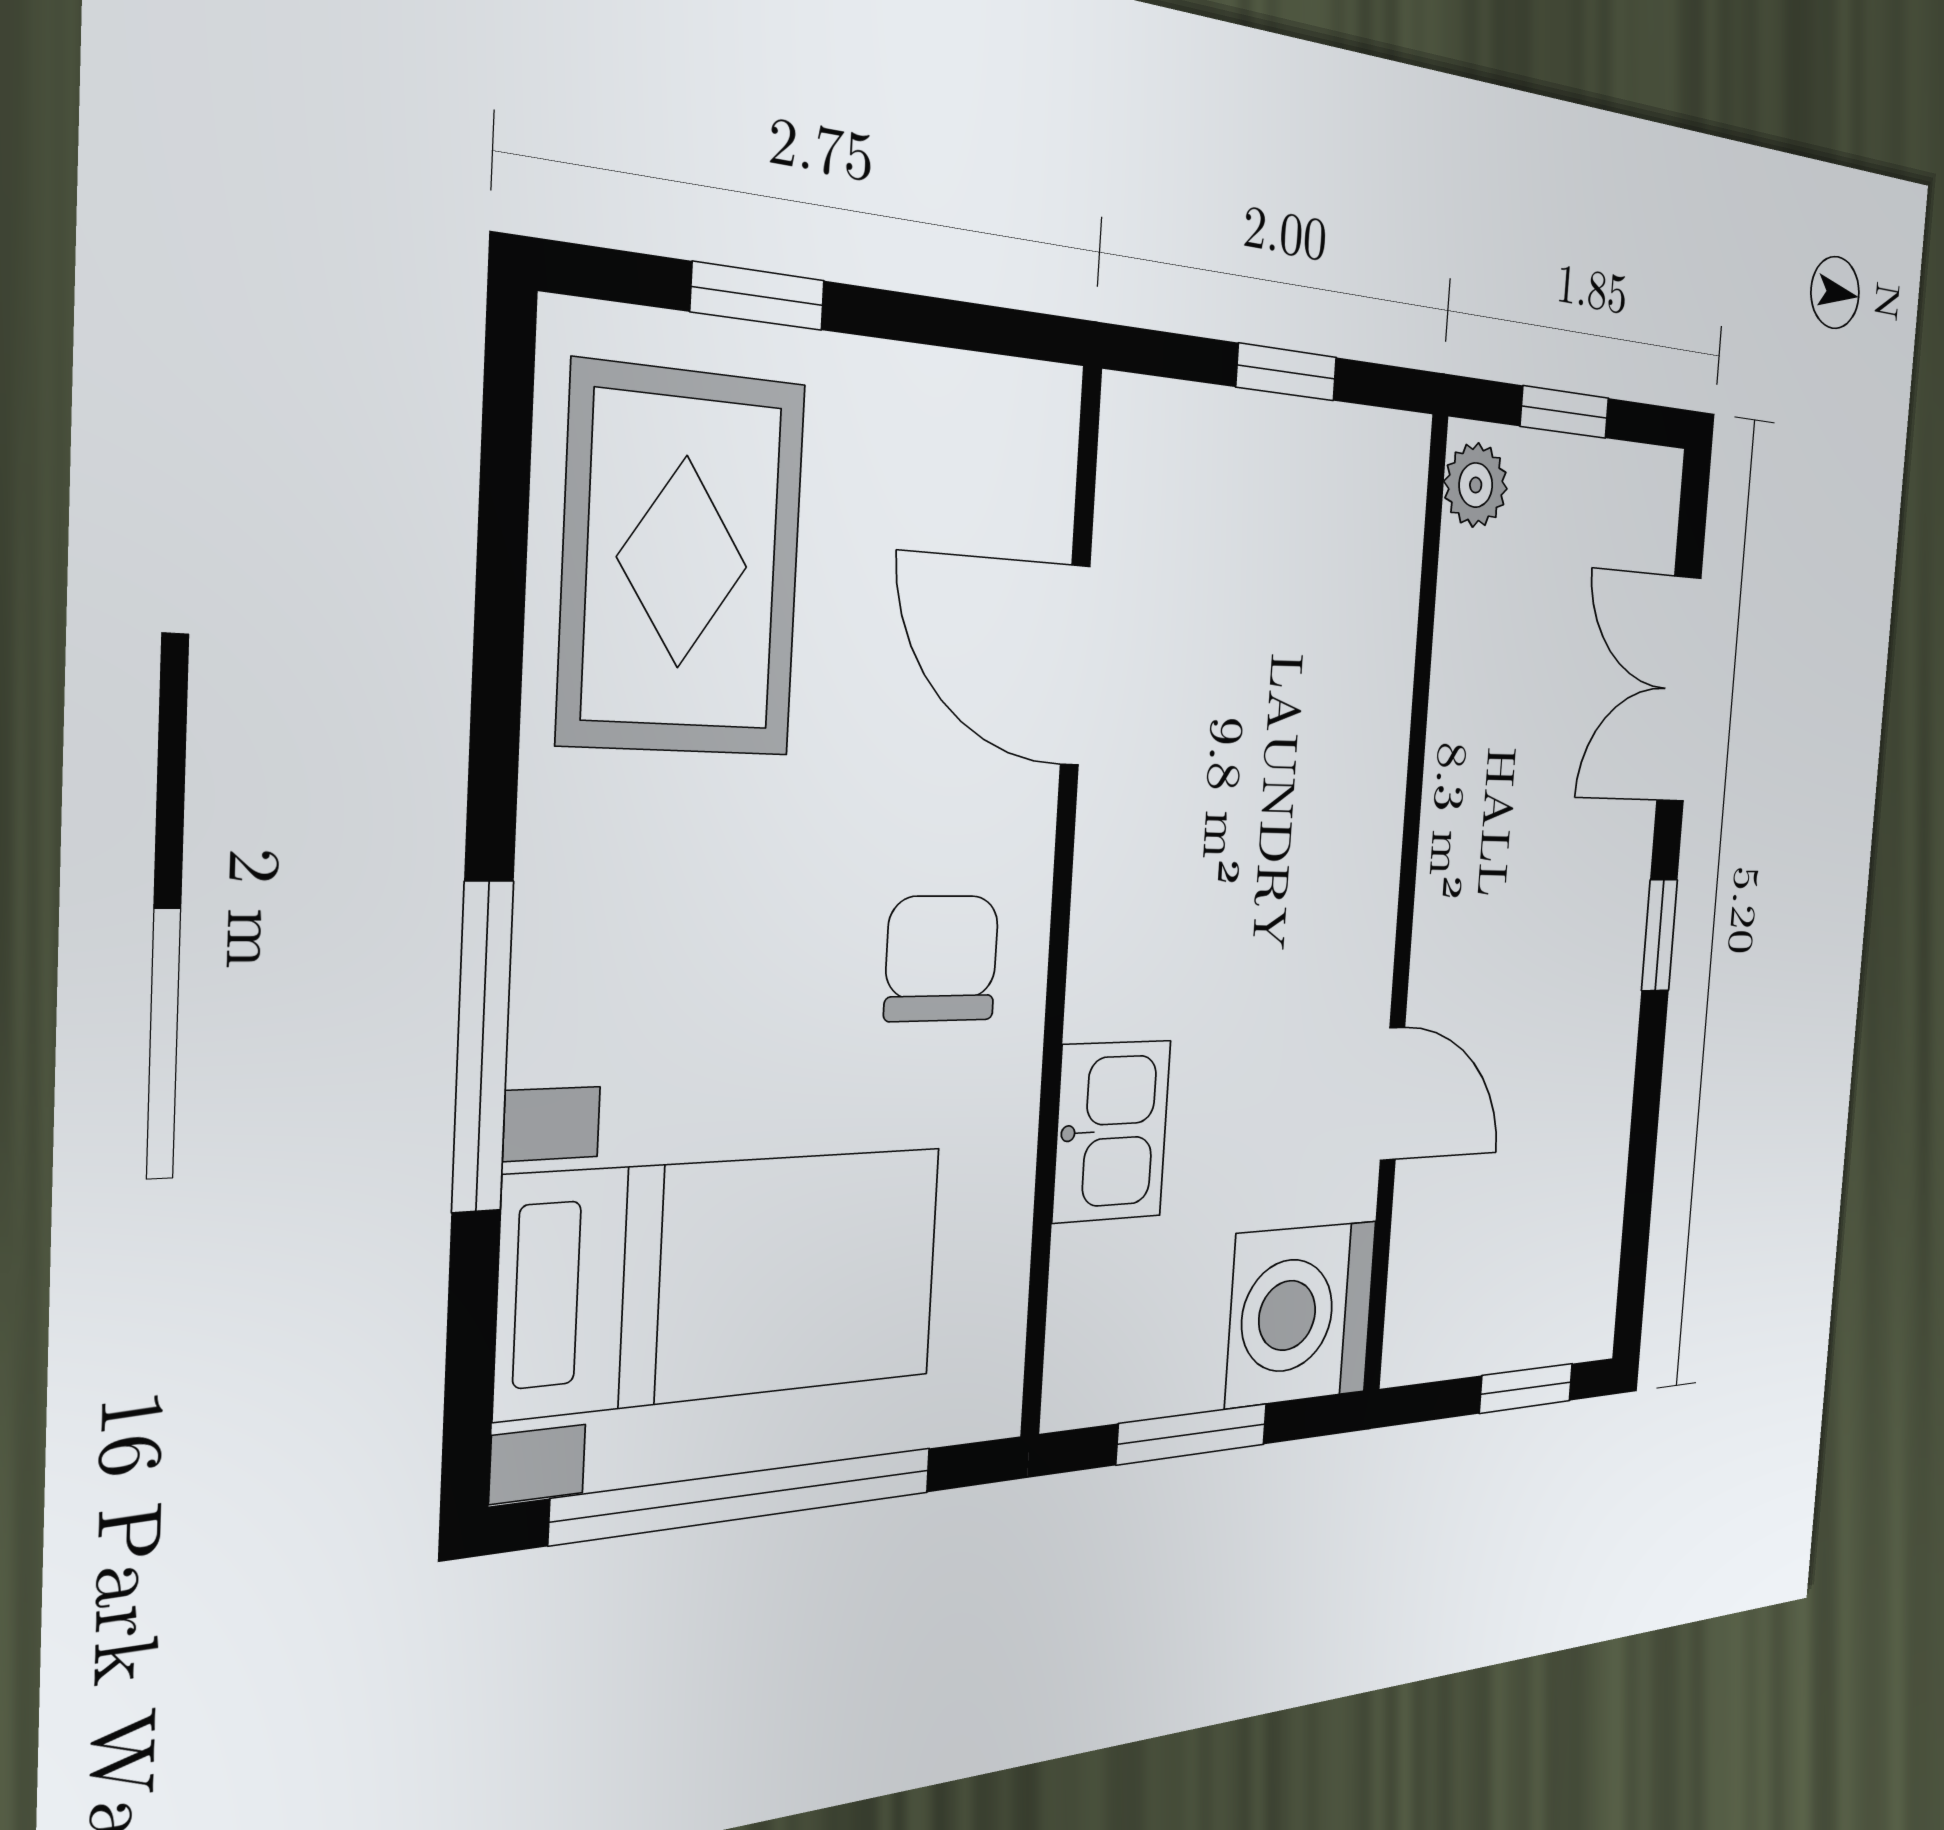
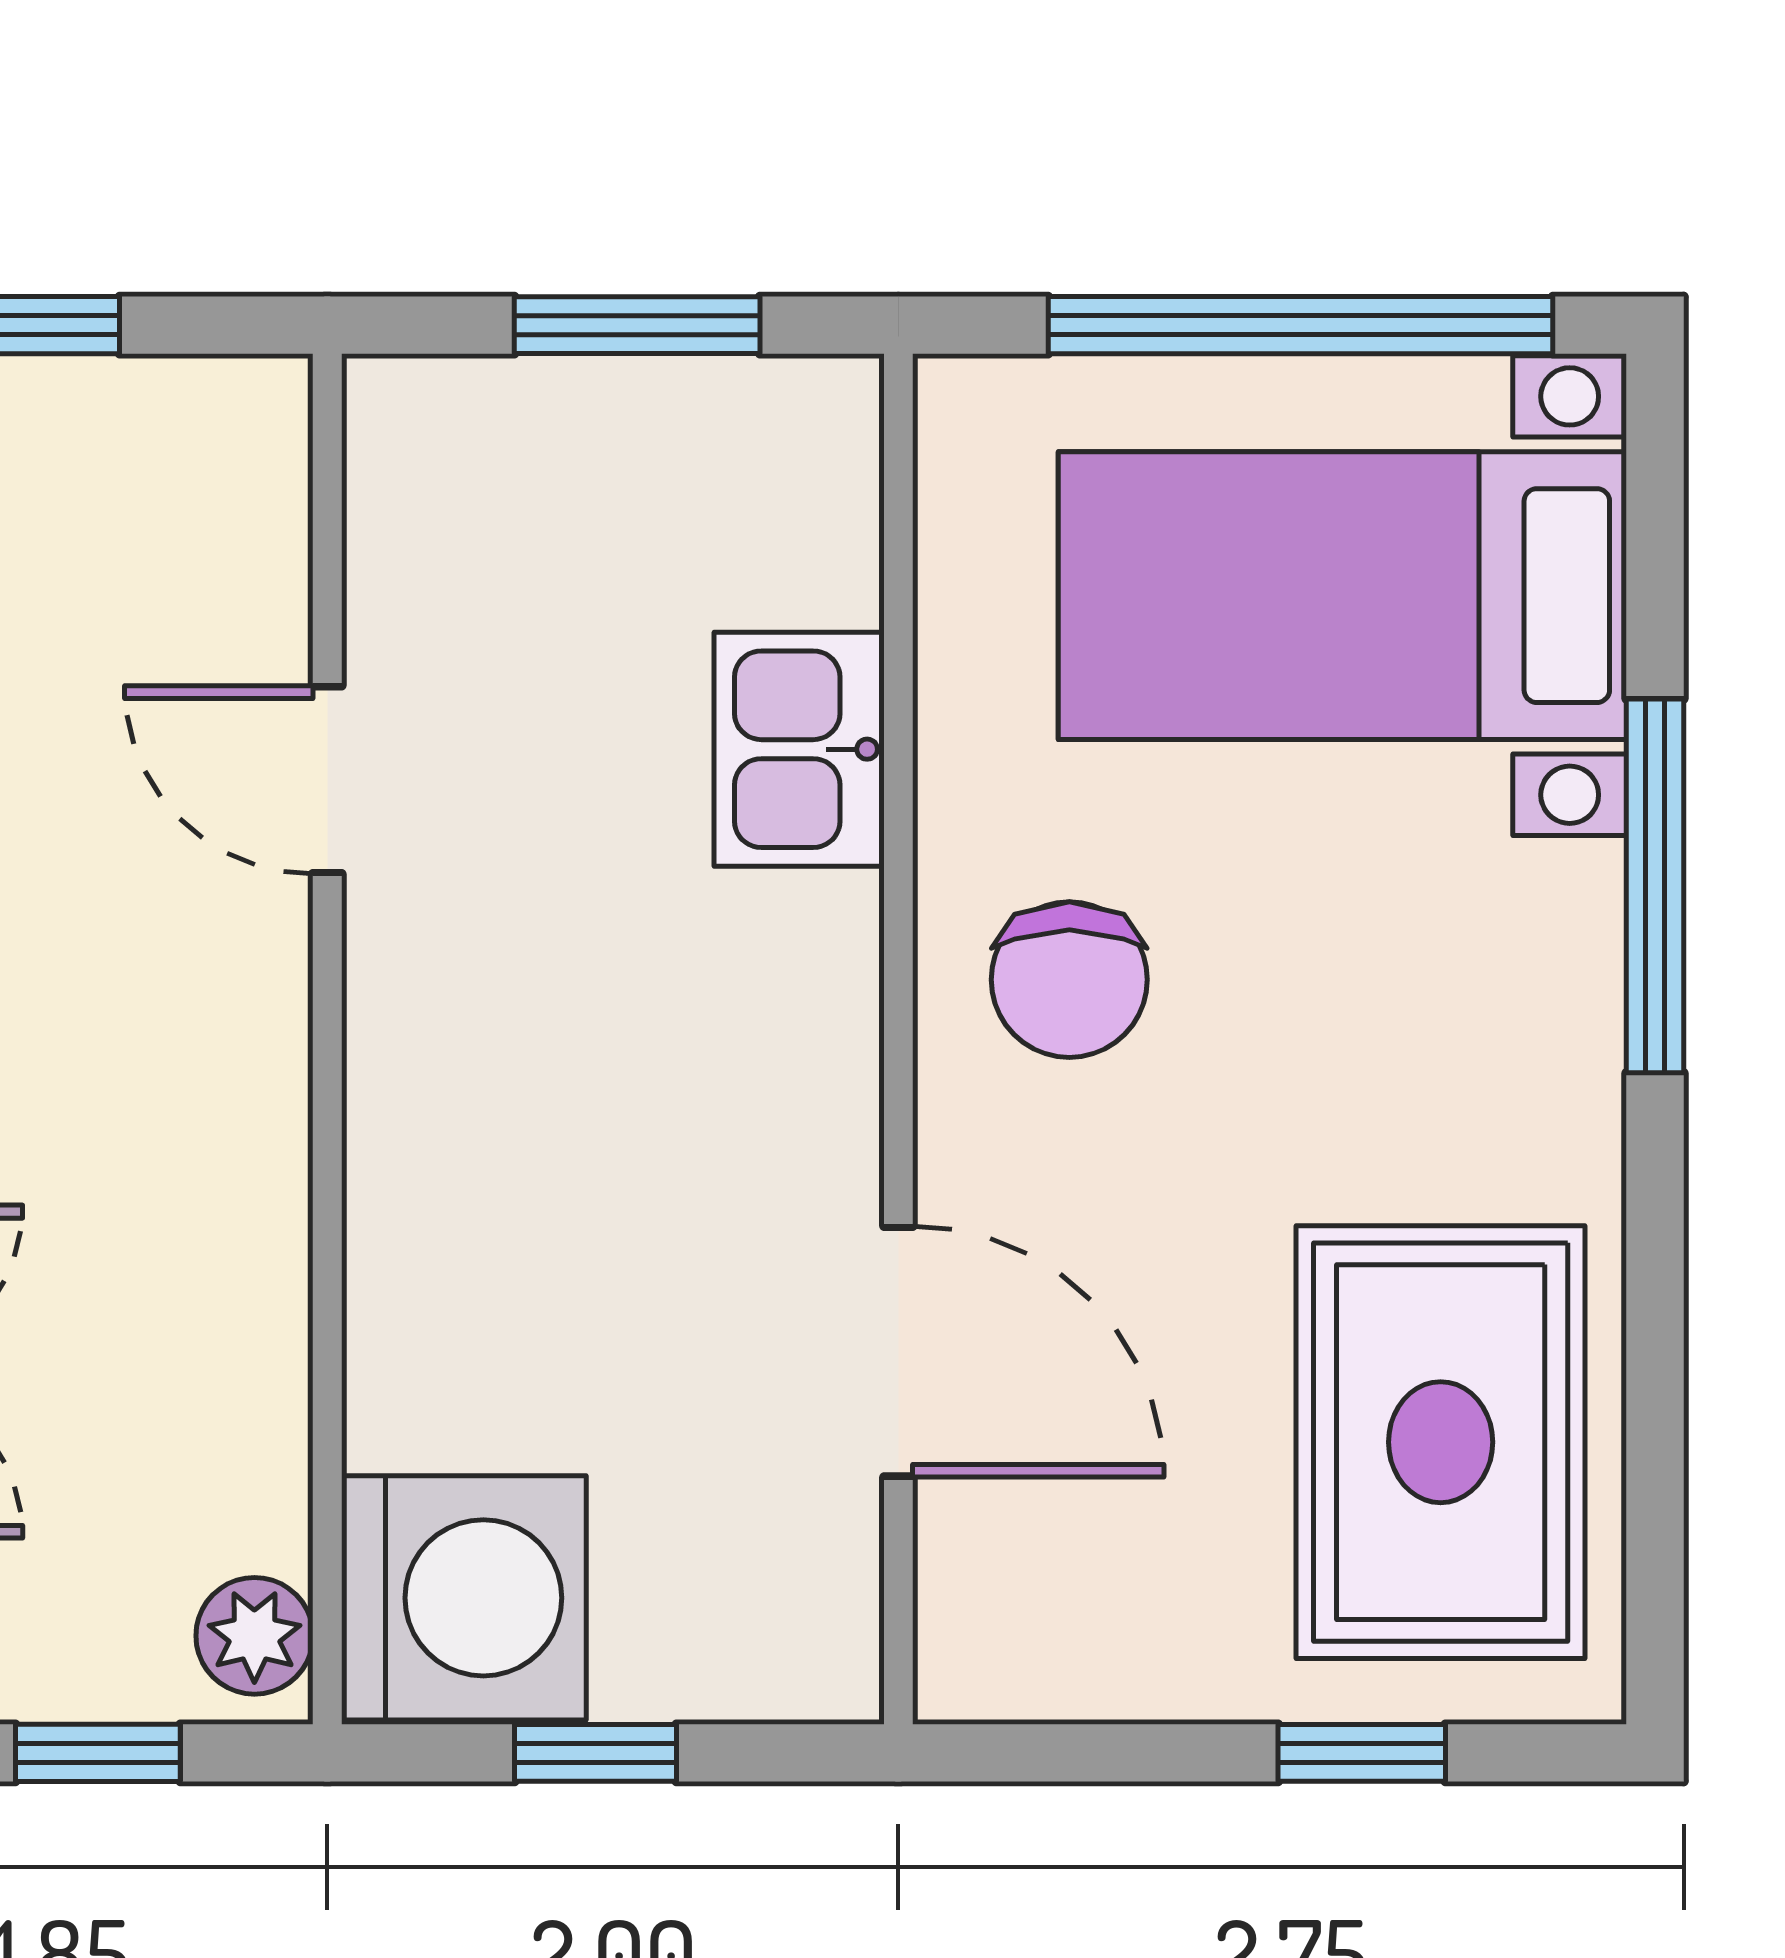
washing machine: (1301, 1314) -> (464, 1598), moved

